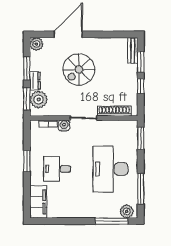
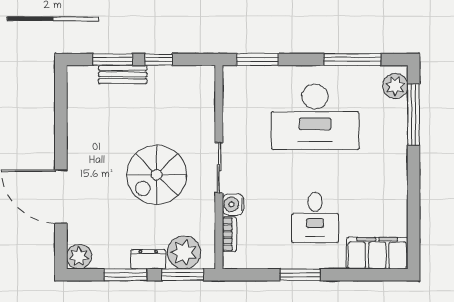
bench: (133, 50) -> (123, 74), moved
spiral stairs: (79, 69) -> (157, 175), moved, turned 90
shoe rack: (114, 111) -> (206, 110), removed

